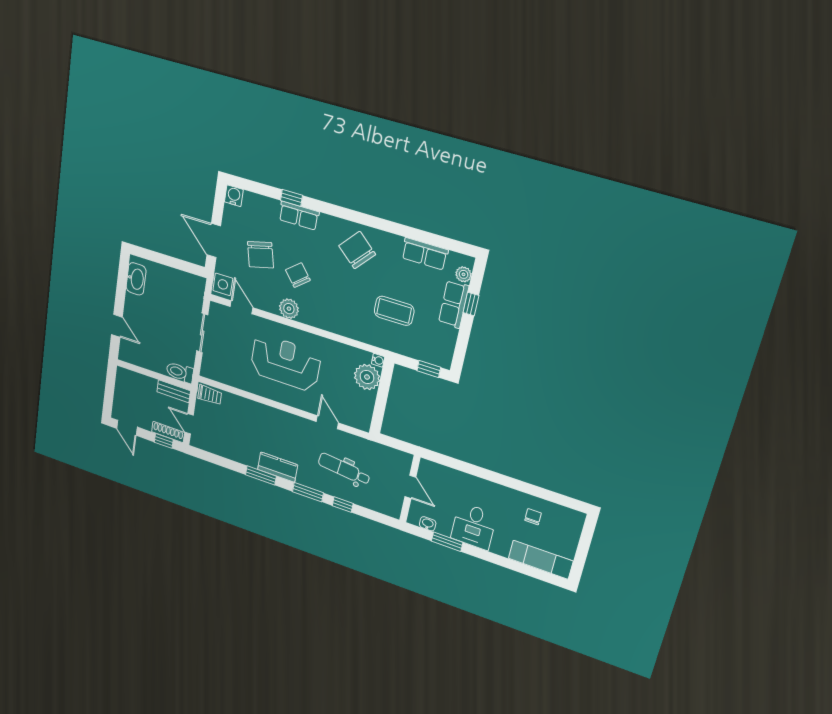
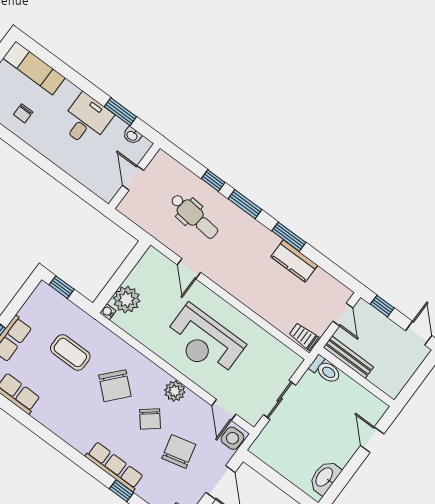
row of seats: (299, 216) -> (114, 466), width x1.48
chair: (357, 250) -> (115, 386), moved
bench: (174, 391) -> (348, 357), width x1.36
shoe rack: (168, 432) -> (372, 314), removed
kitchen counter: (278, 467) -> (294, 261), moved

